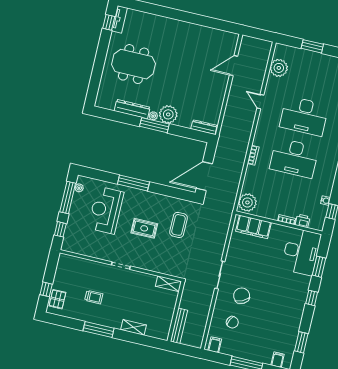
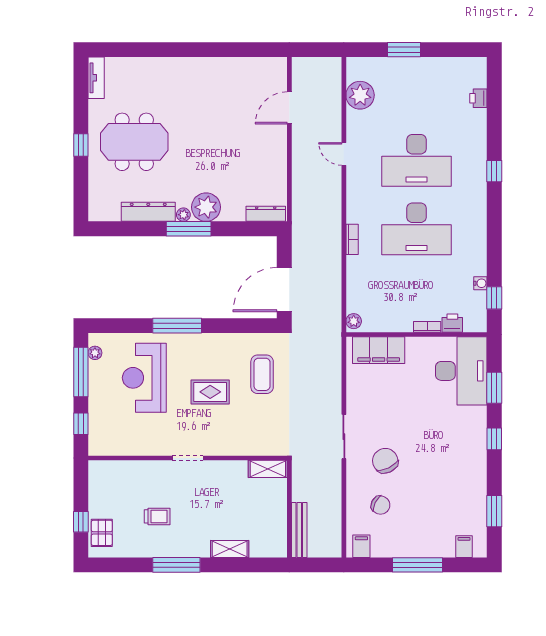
window: (109, 22) -> (81, 145), moved
plant: (247, 202) -> (354, 321), width x0.53, depth x0.53

